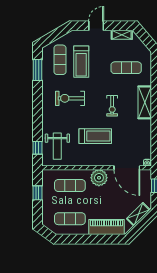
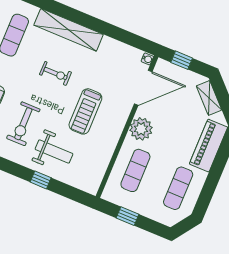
shelving: (145, 102) -> (69, 30), width x1.47
treadmill: (95, 136) -> (85, 111), turned 180
weight bench: (57, 146) -> (54, 152), moved
window: (37, 148) -> (41, 180), moved

